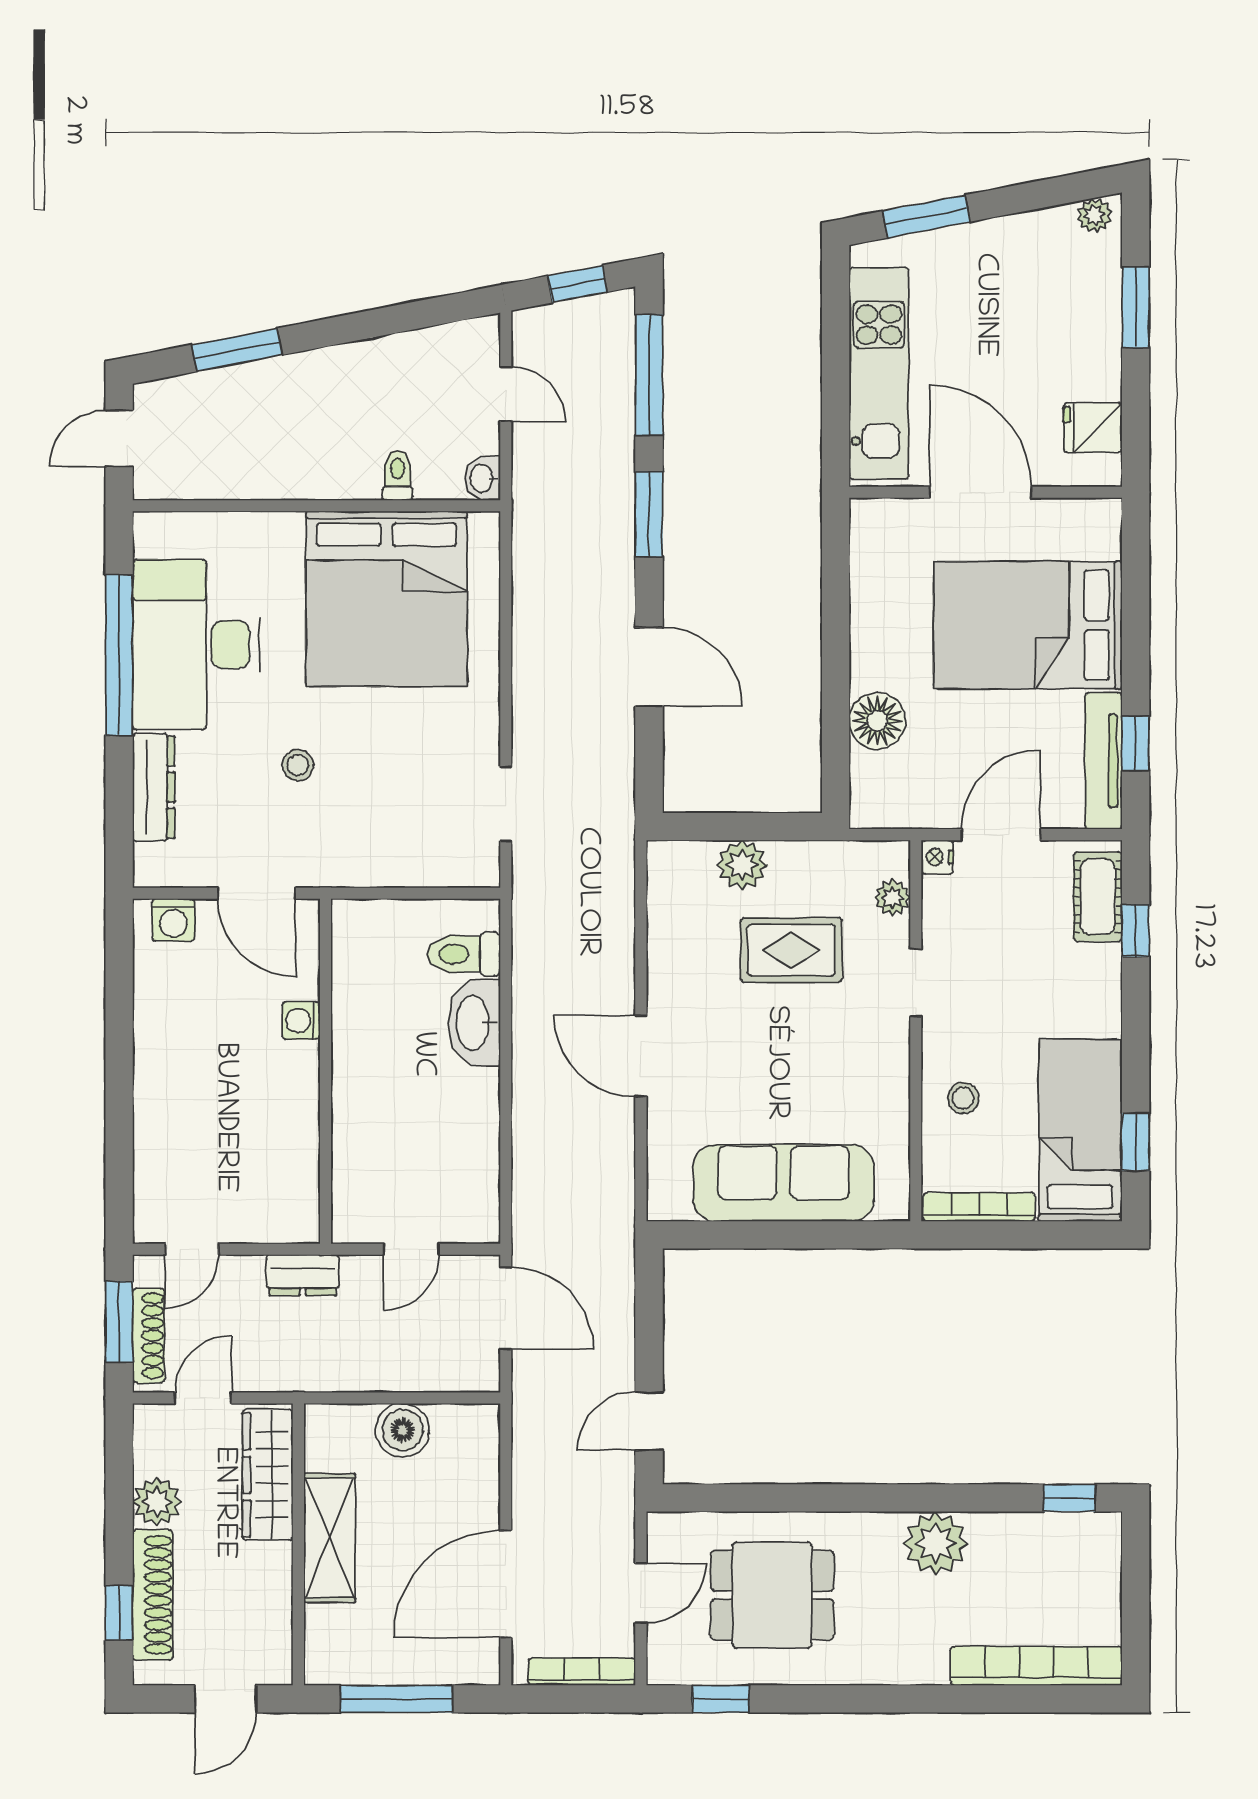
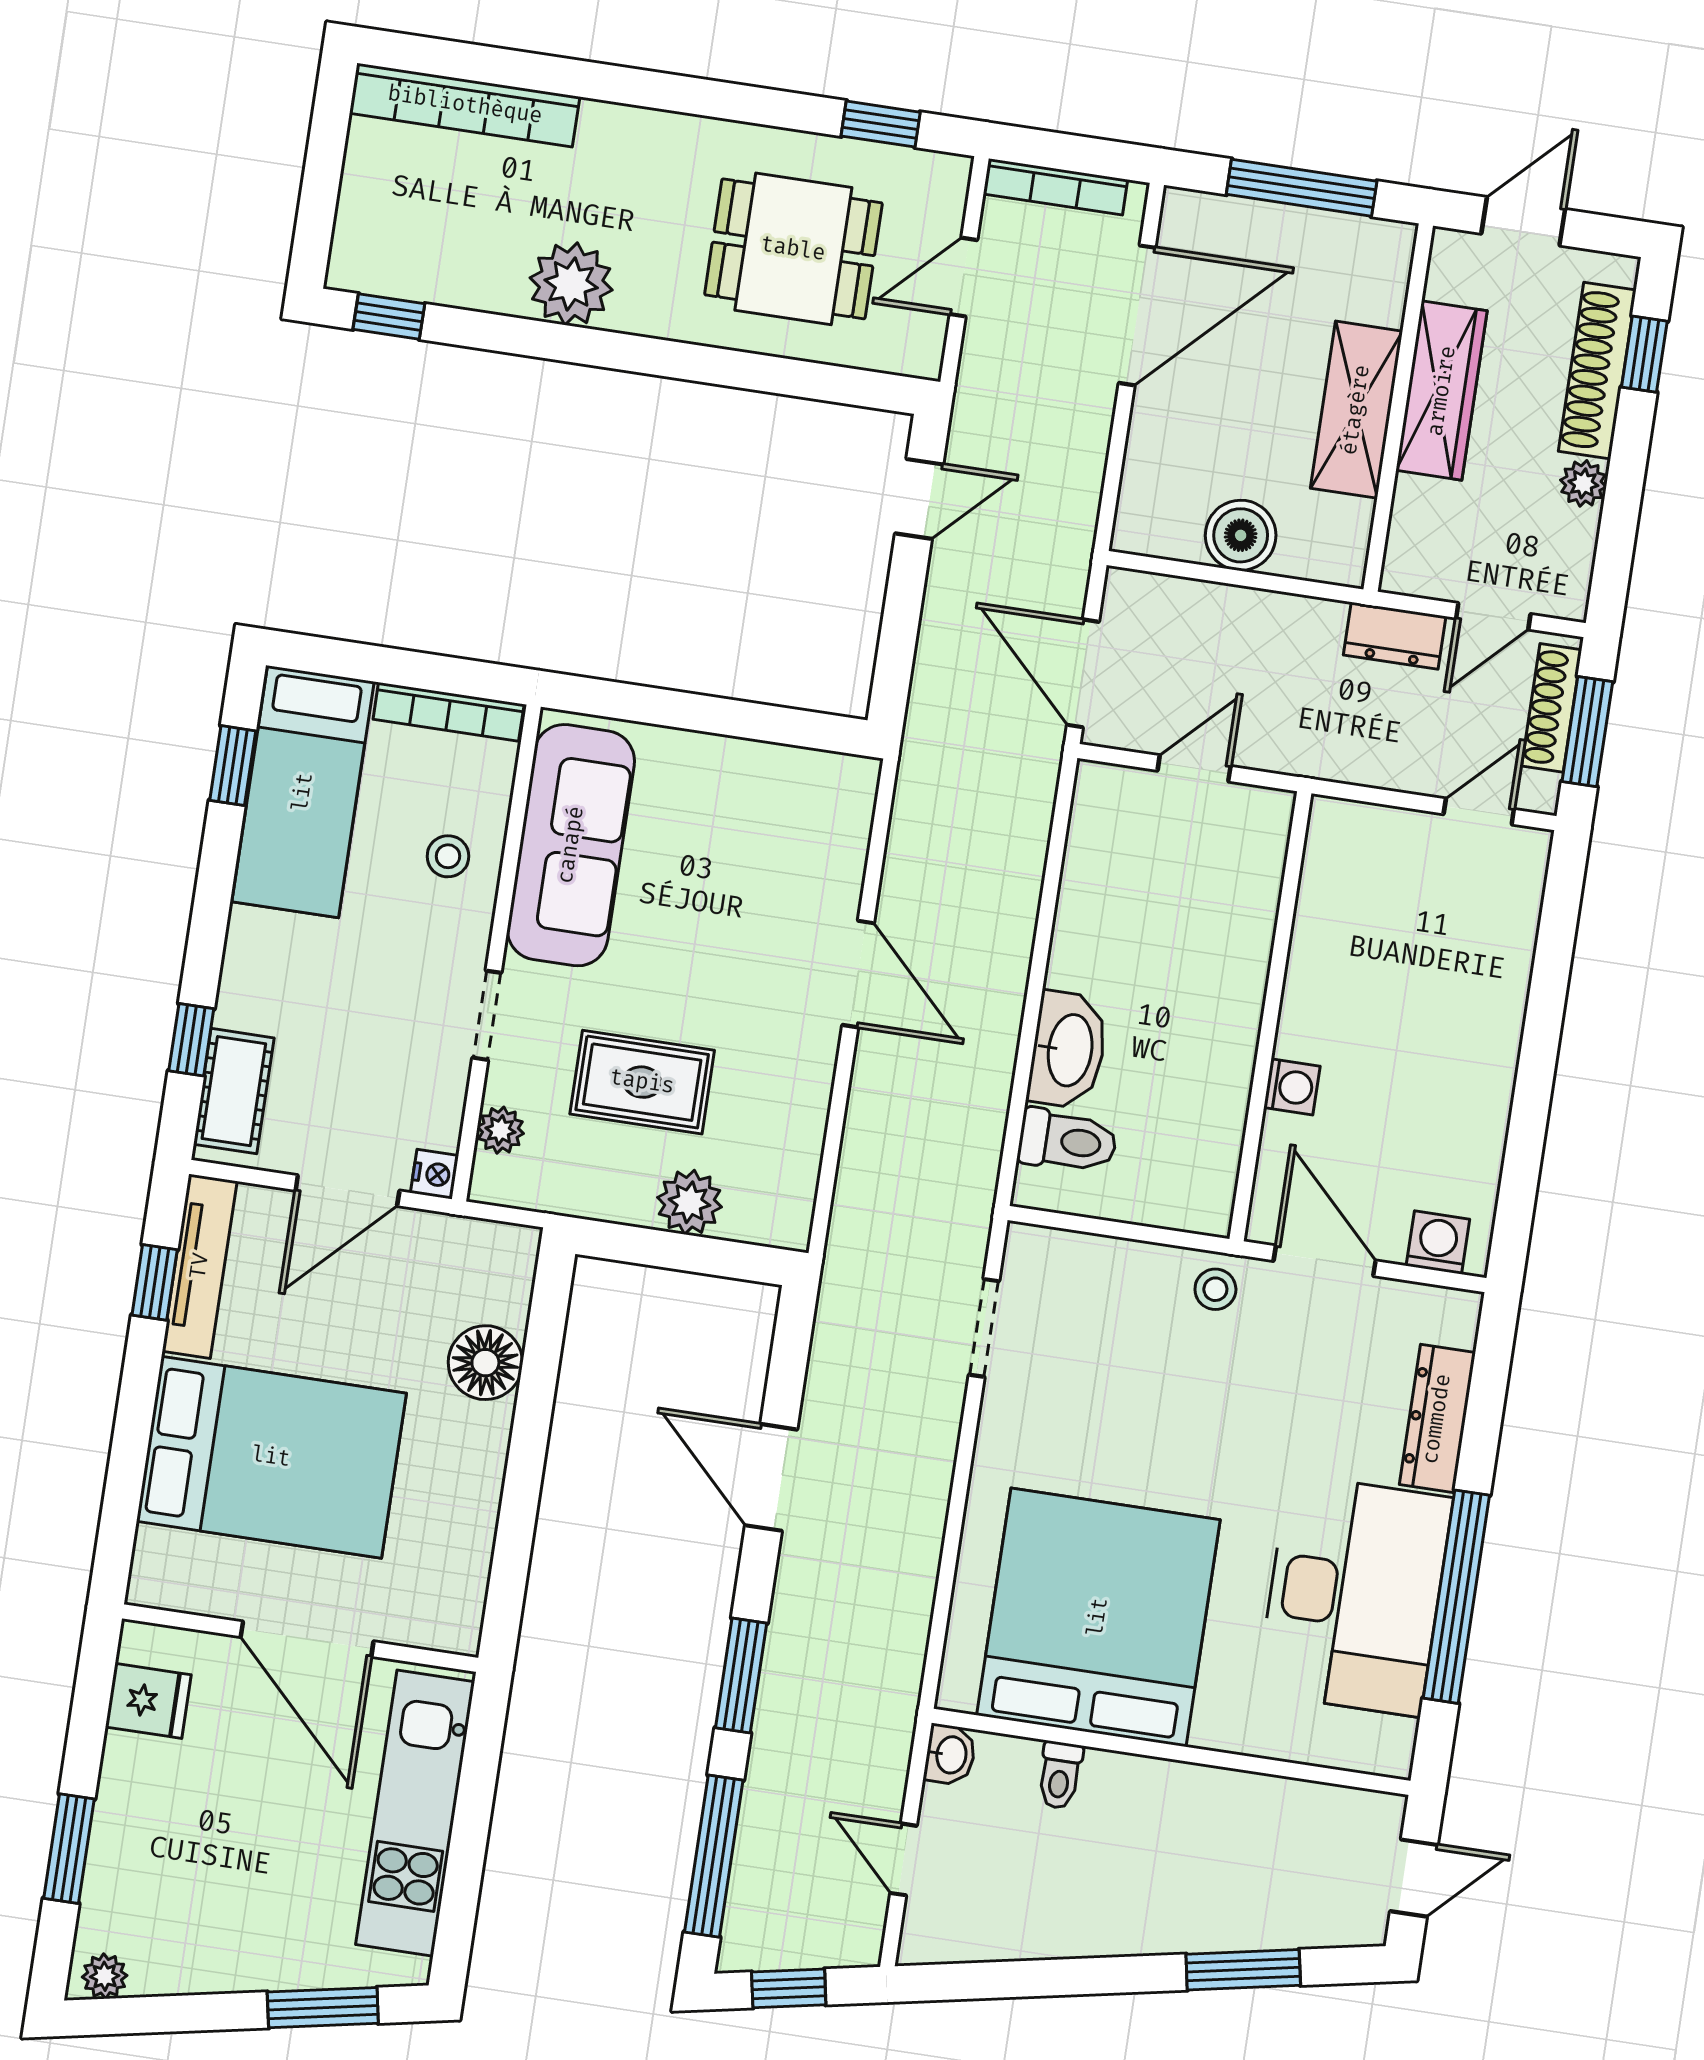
stool: (298, 765) -> (1215, 1289), moved
sofa: (784, 1183) -> (571, 845), moved, turned -90
dresser: (303, 1275) -> (1395, 636), moved, turned 180
wardrobe: (268, 1475) -> (1442, 391), moved
plant: (157, 1502) -> (1583, 483), width x0.73, depth x0.73

